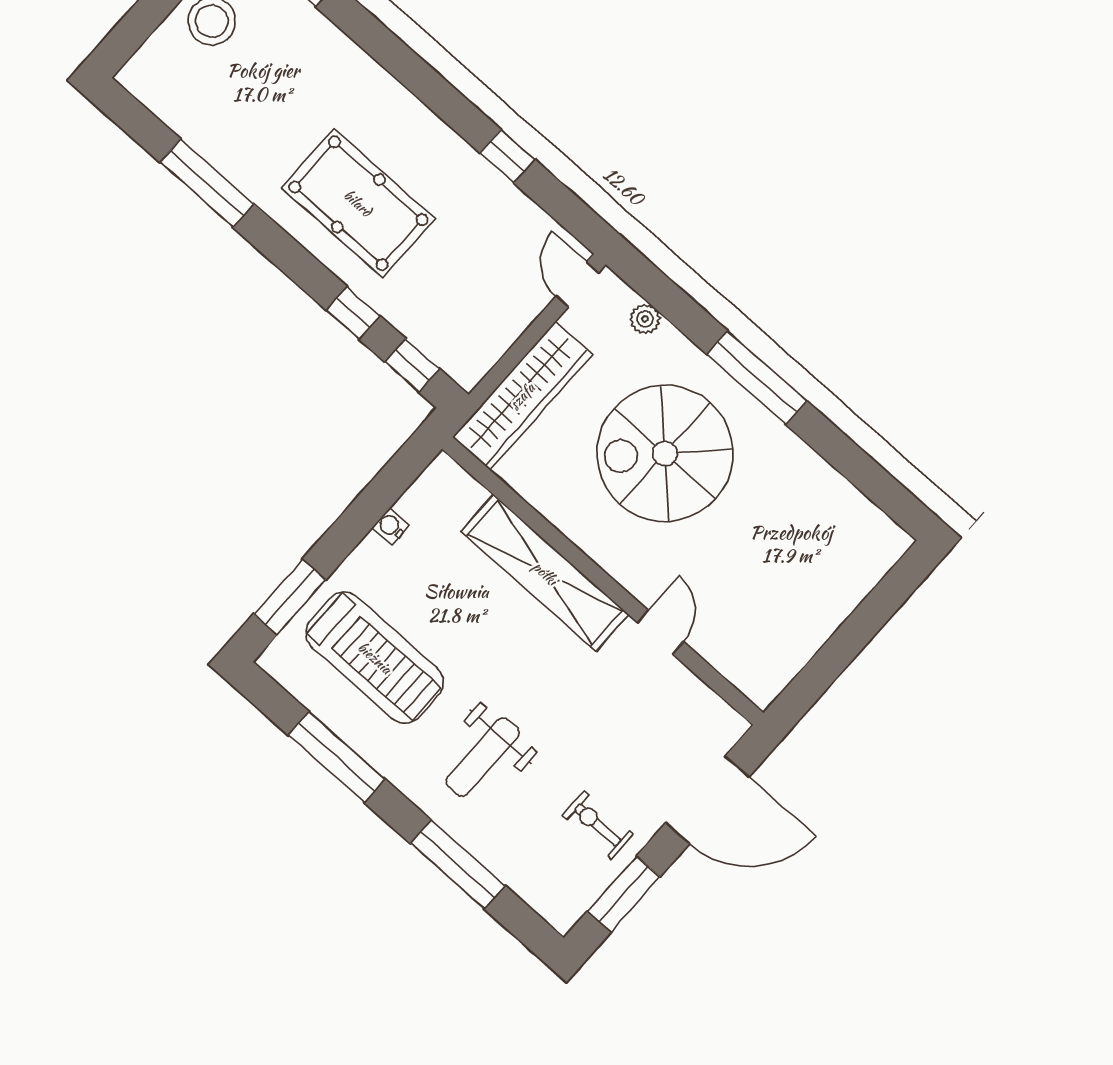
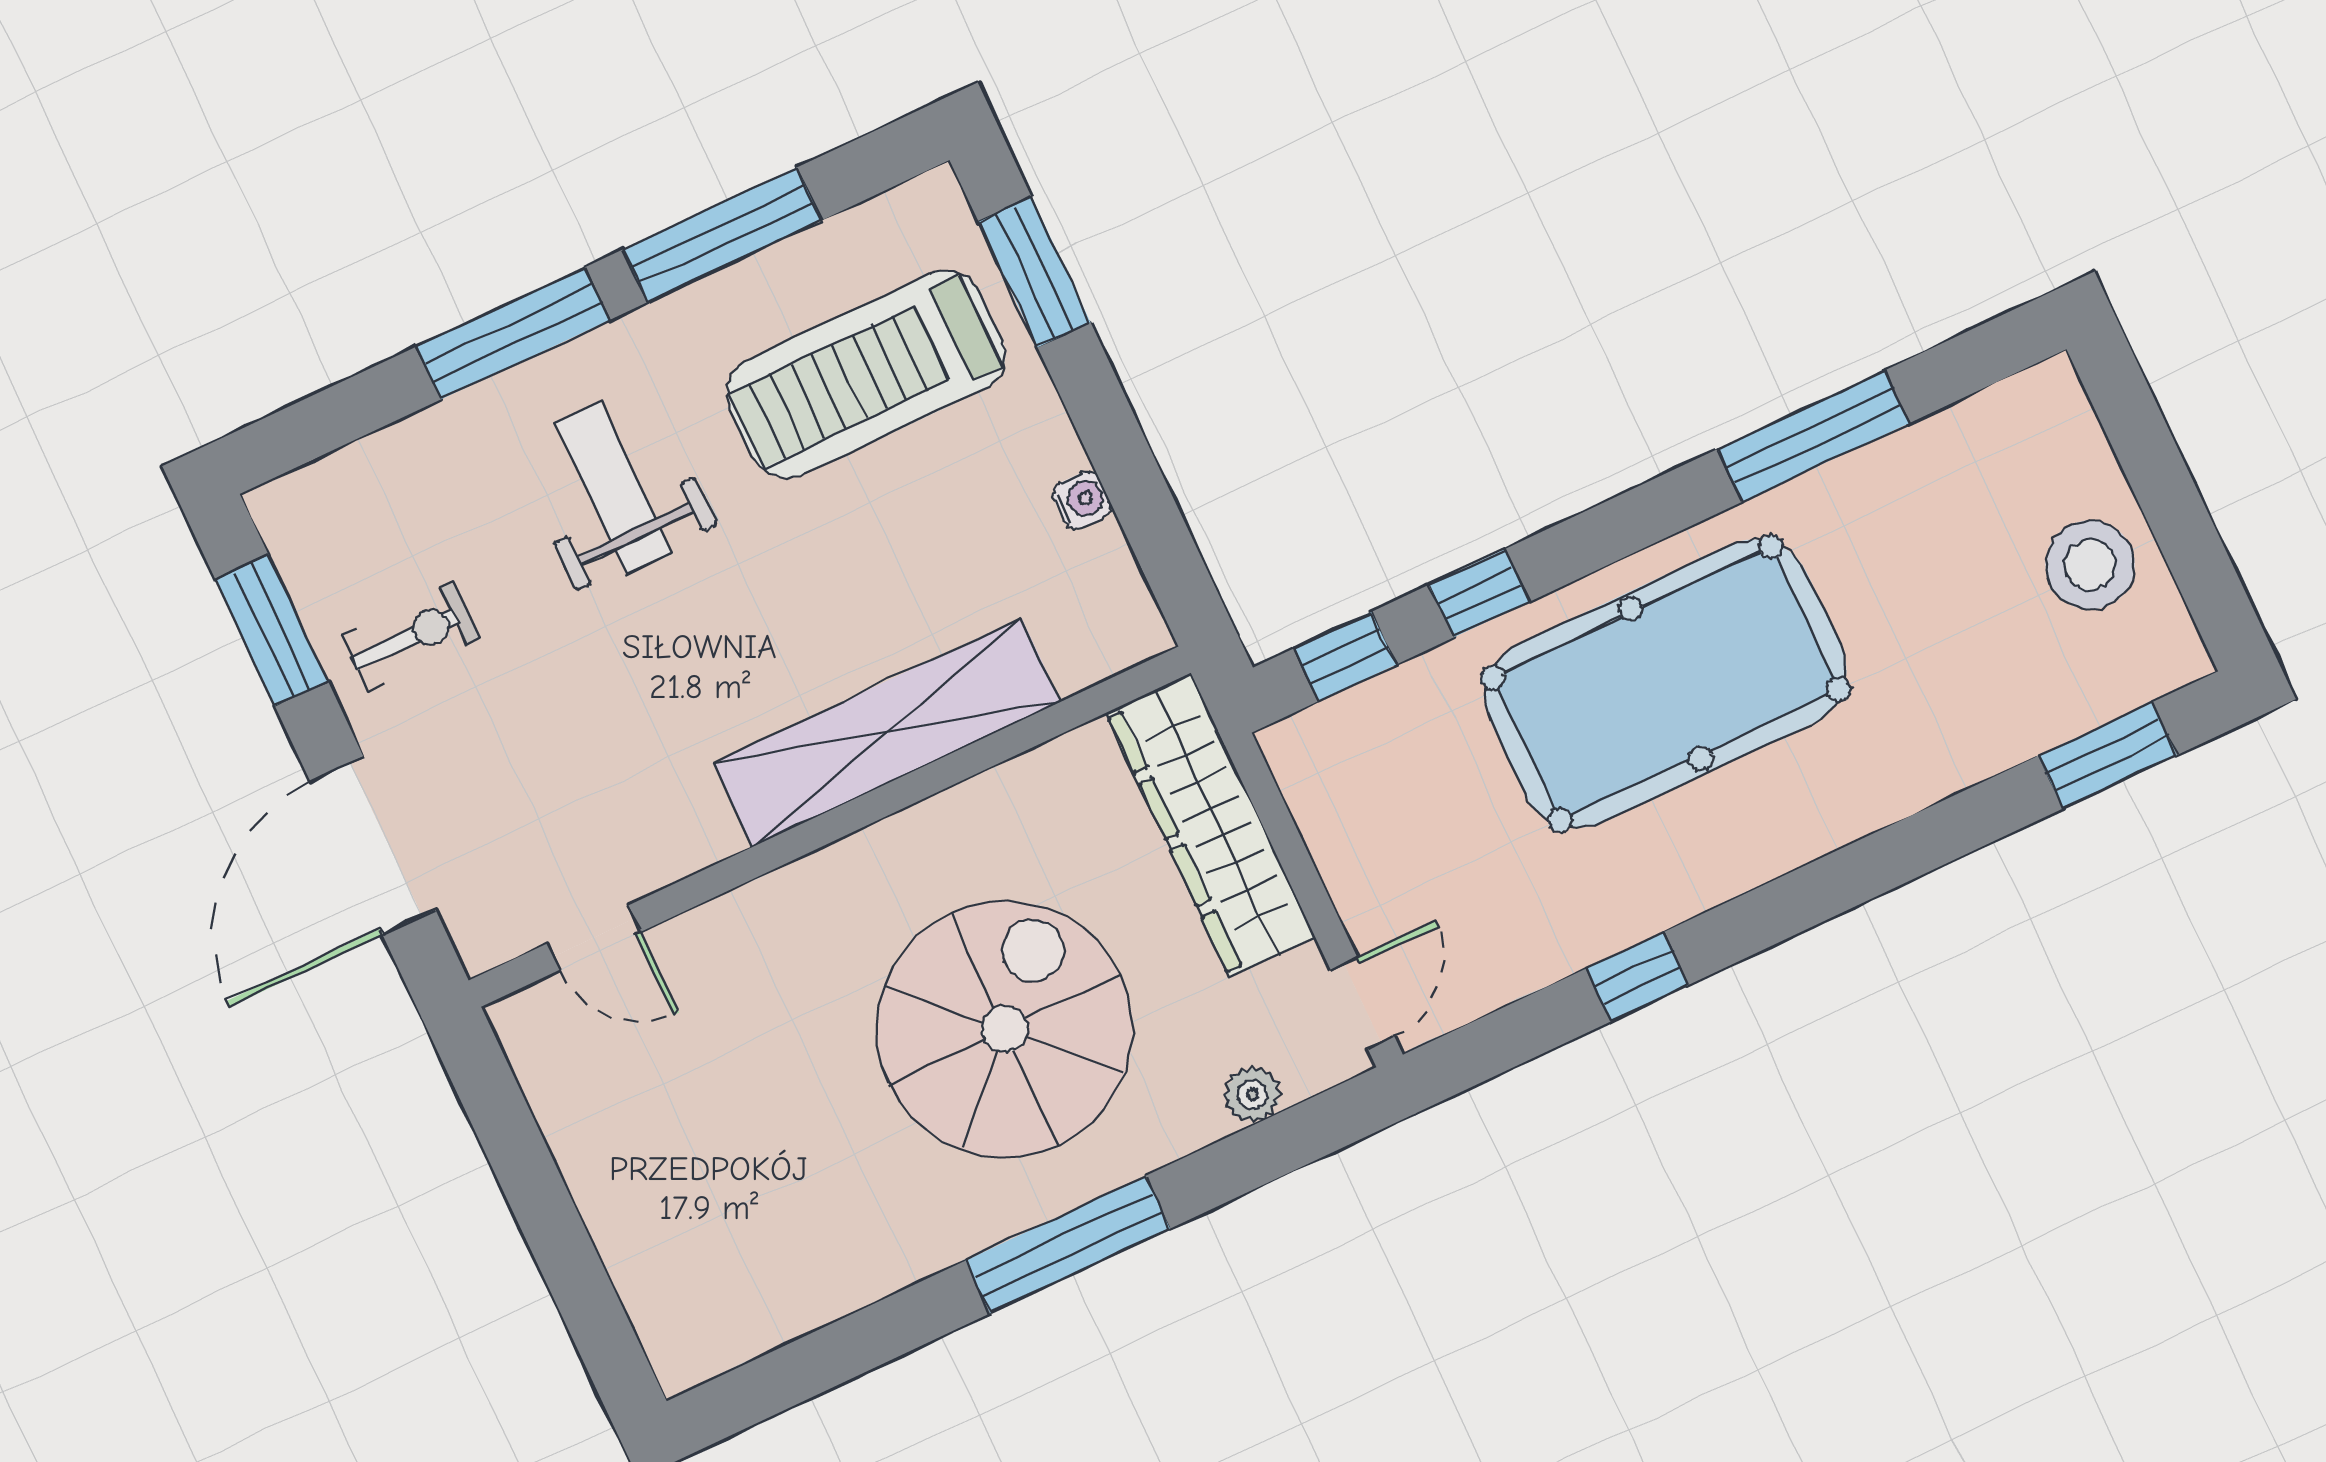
pool table: (358, 203) -> (1666, 684), width x1.36, depth x1.32
door: (577, 284) -> (1362, 1003), hinge flipped
door: (660, 632) -> (594, 937), moved
window: (458, 865) -> (513, 333), moved

